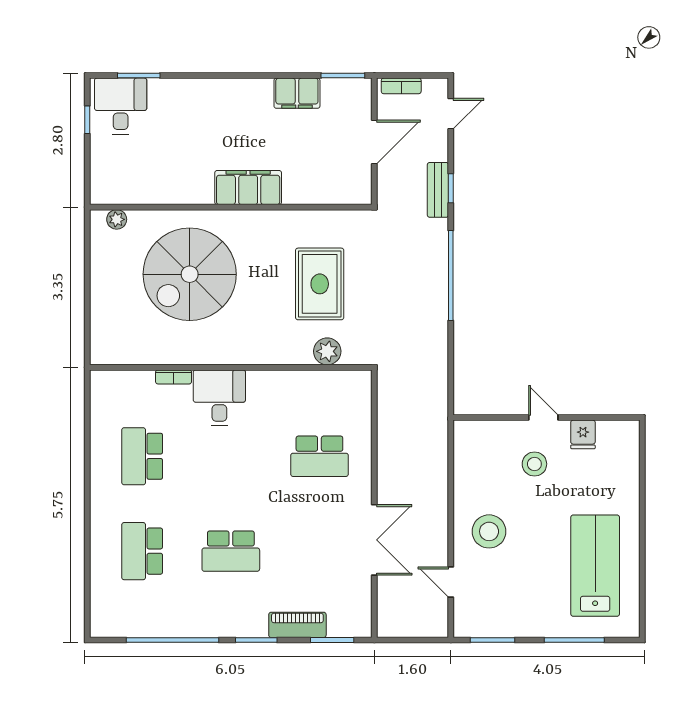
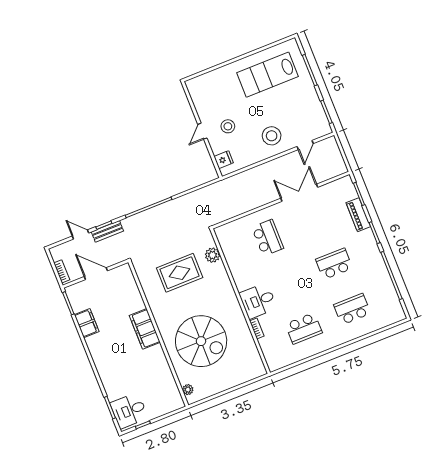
door: (451, 114) -> (80, 234), moved
fridge: (583, 434) -> (224, 160), moved
school desk: (142, 551) -> (352, 309), turned 180
school desk: (231, 551) -> (334, 264), turned -90

